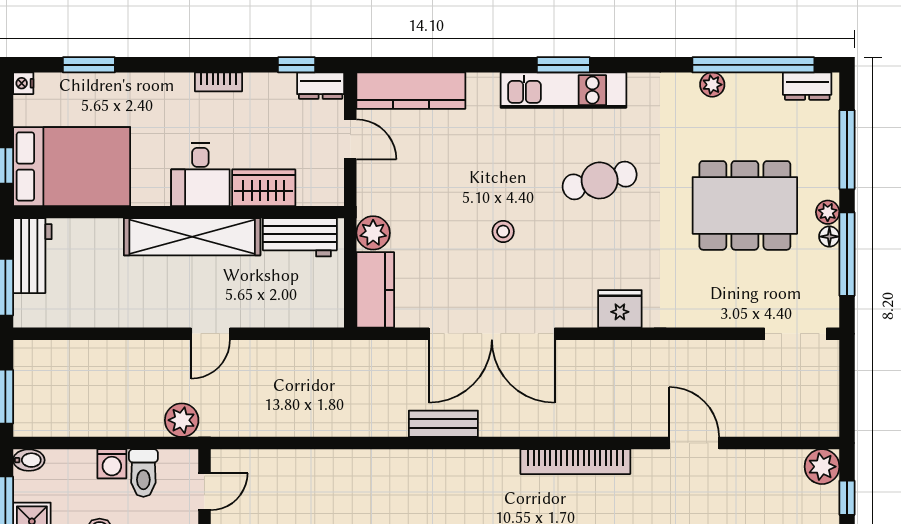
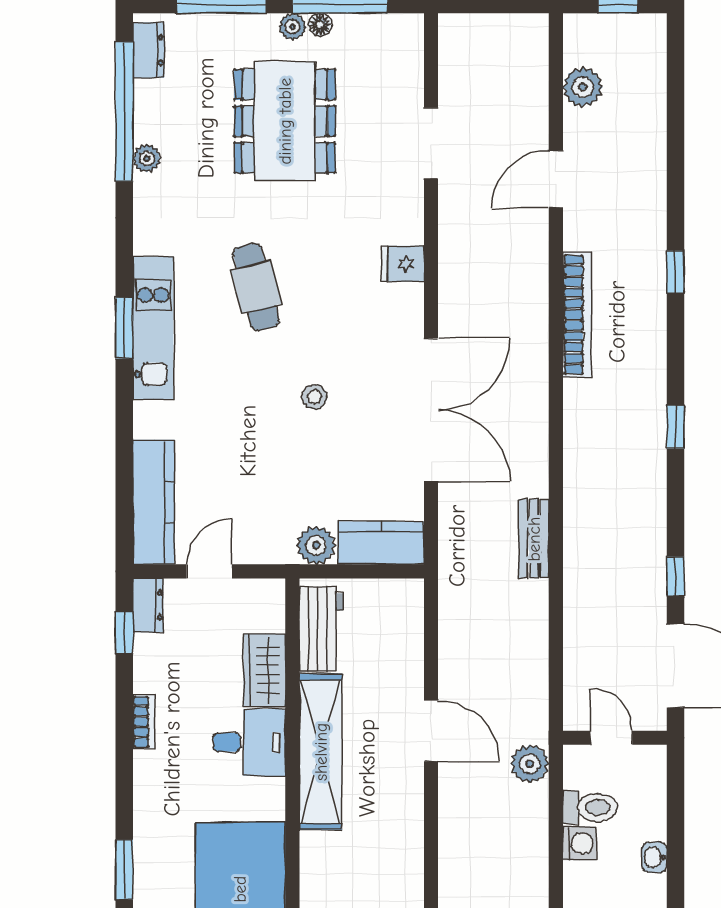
fridge: (620, 309) -> (403, 264), width x0.72
door: (210, 334) -> (431, 731), width x1.38
doorway: (795, 334) -> (431, 143), moved
bench: (443, 424) -> (534, 539), moved
plant: (822, 467) -> (583, 87), moved

